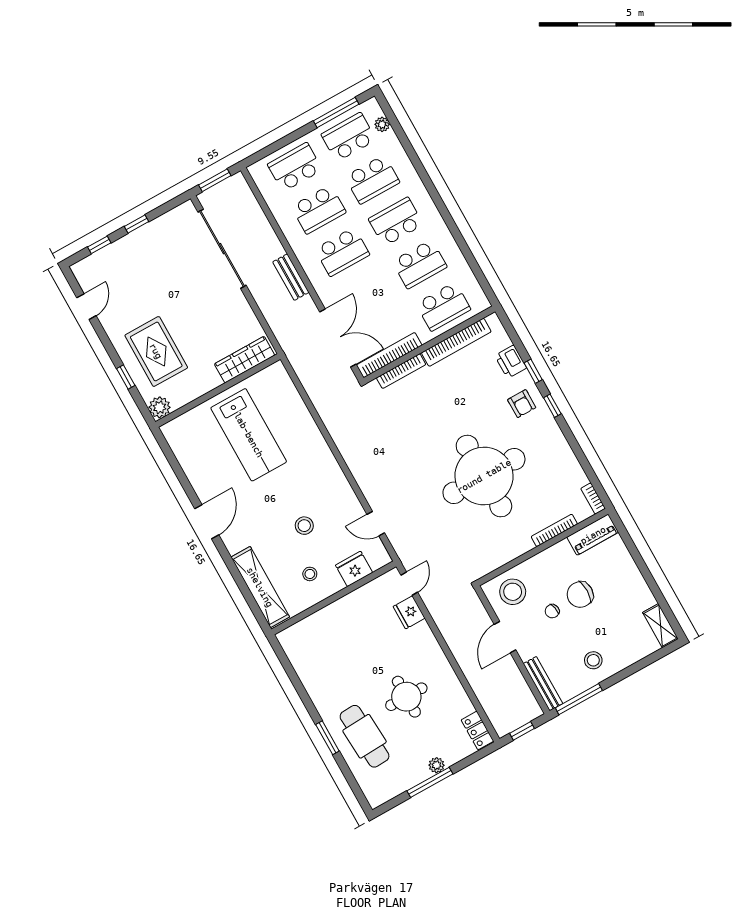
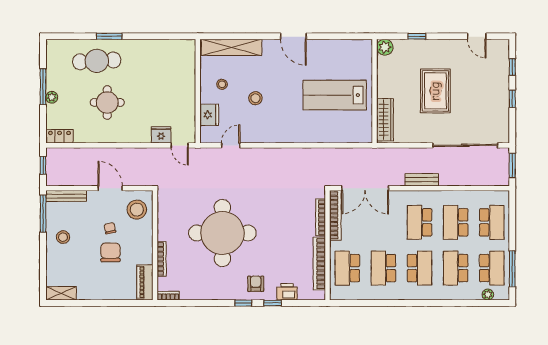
rug: (156, 351) -> (435, 91), moved, turned 90
armchair: (522, 404) -> (256, 284), turned 90

